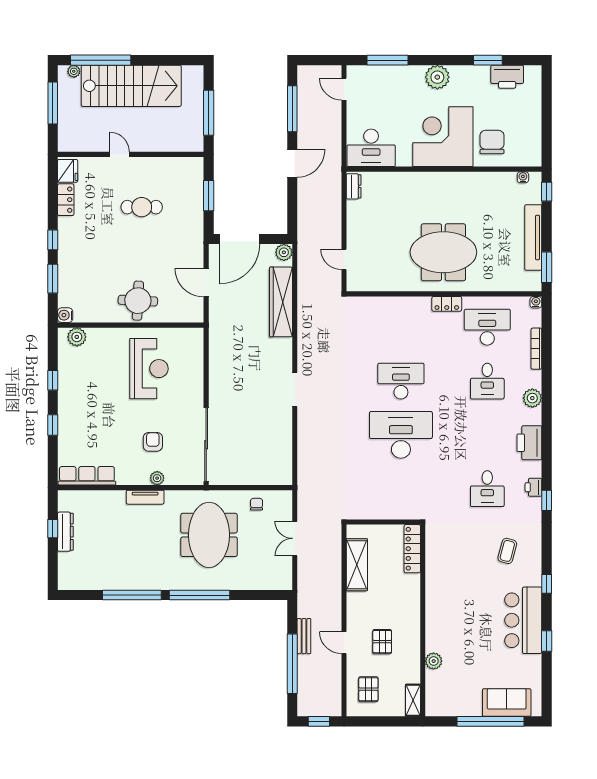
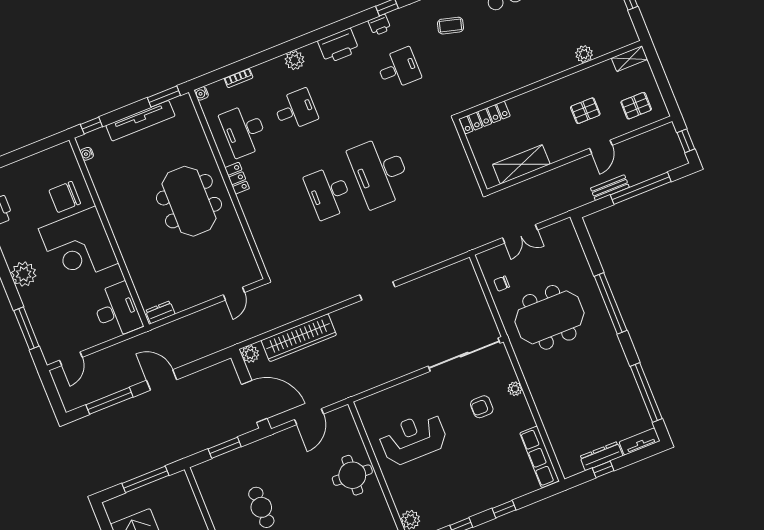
bookcase: (536, 349) -> (239, 78), width x0.64
tv unit: (145, 497) -> (640, 441), moved, turned -90
window: (132, 595) -> (646, 393), moved

